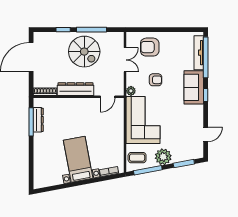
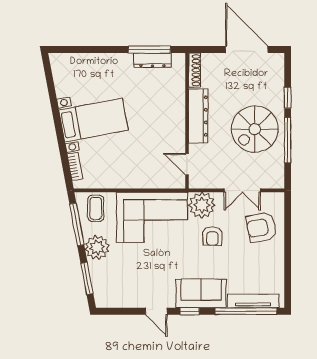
armchair: (150, 47) -> (261, 227), turned -101
plant: (131, 91) -> (202, 205), width x1.88, depth x1.88
door: (206, 134) -> (156, 311), moved

